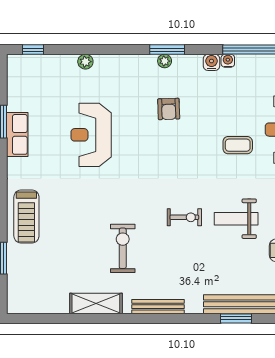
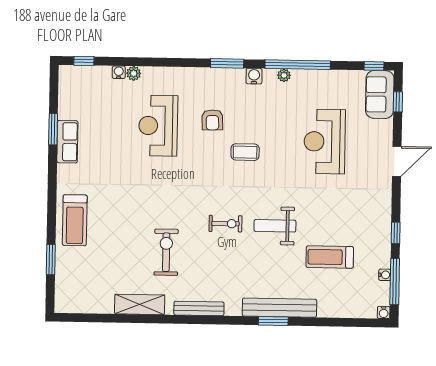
window: (167, 50) -> (227, 63), moved
plant: (165, 61) -> (284, 75), moved
water cooler: (228, 61) -> (119, 72), moved
reception desk: (91, 135) -> (158, 126), moved
coffee table: (238, 145) -> (245, 152), moved

